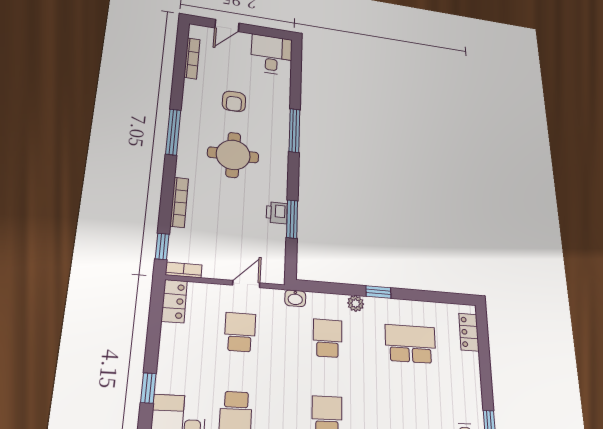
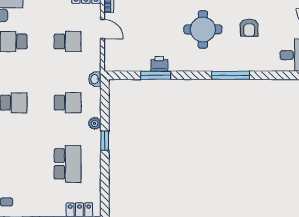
armchair: (234, 101) -> (249, 28), turned -90
door: (246, 284) -> (102, 29), moved

